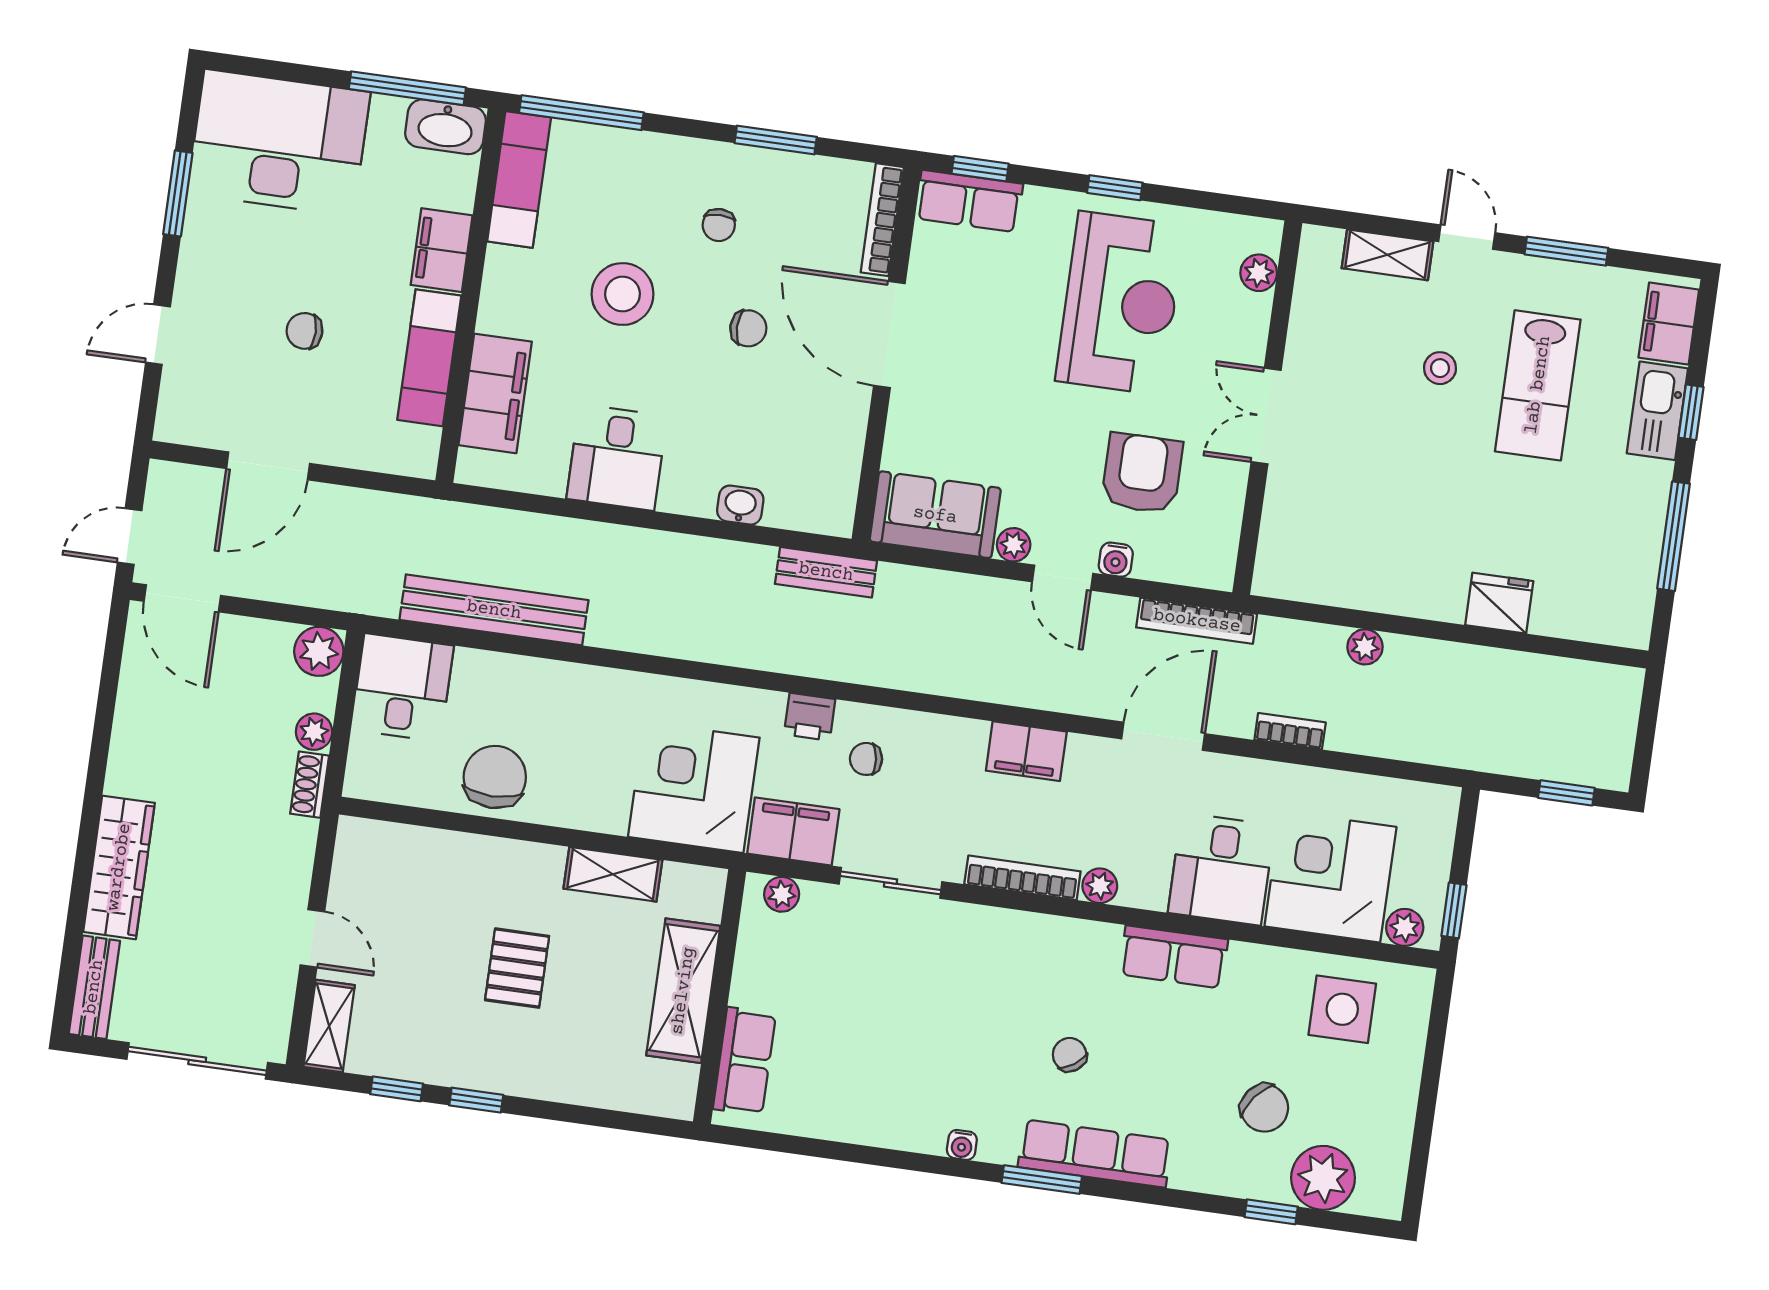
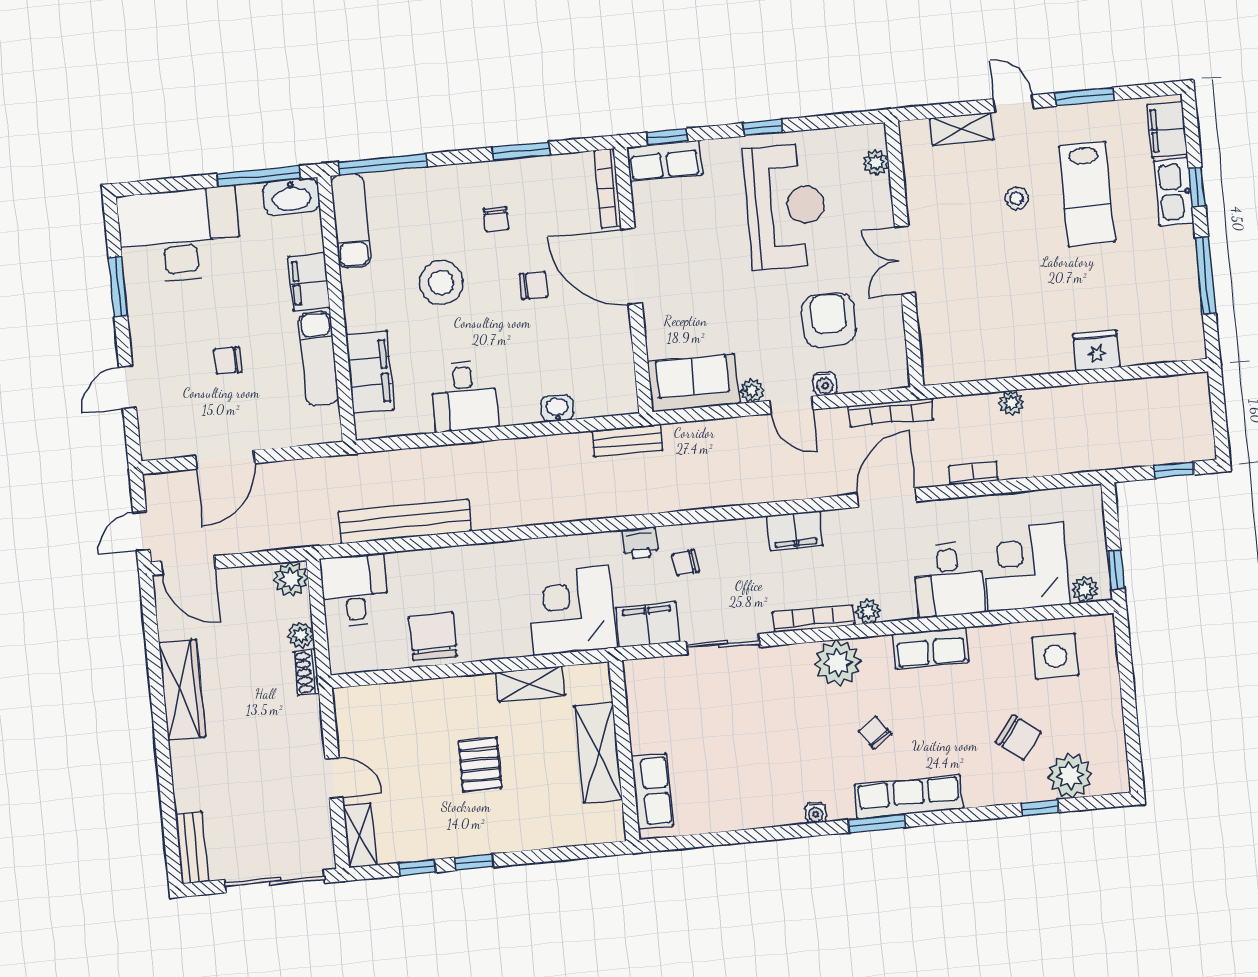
wardrobe: (119, 867) -> (182, 690), moved
plant: (782, 894) -> (838, 663), moved, width x1.87, depth x1.87

